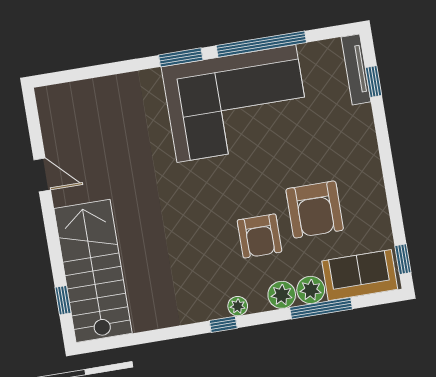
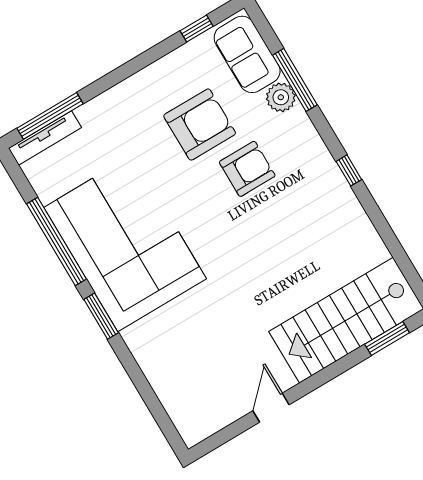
window: (374, 81) -> (50, 116), width x2.17
window: (403, 259) -> (197, 29), moved
plant: (282, 295) -> (297, 124), removed
window: (63, 300) -> (387, 339), width x1.50
plant: (238, 306) -> (325, 163), removed

